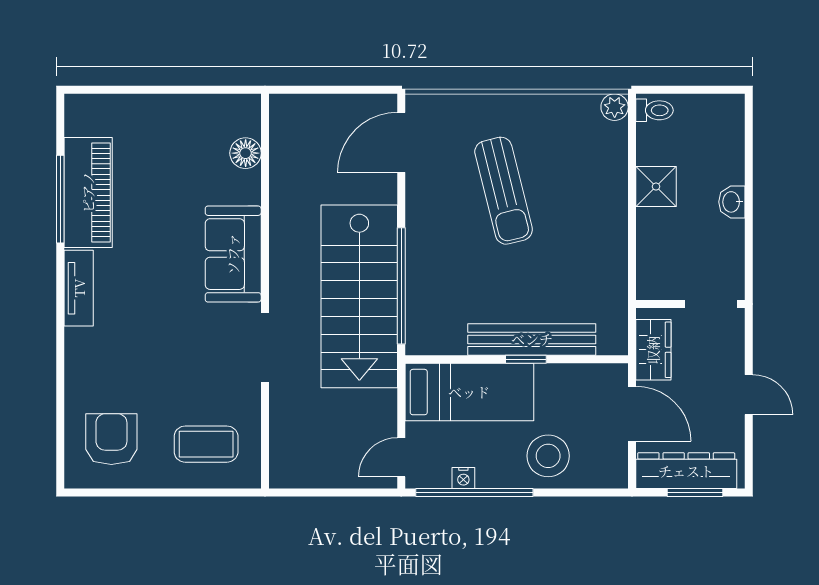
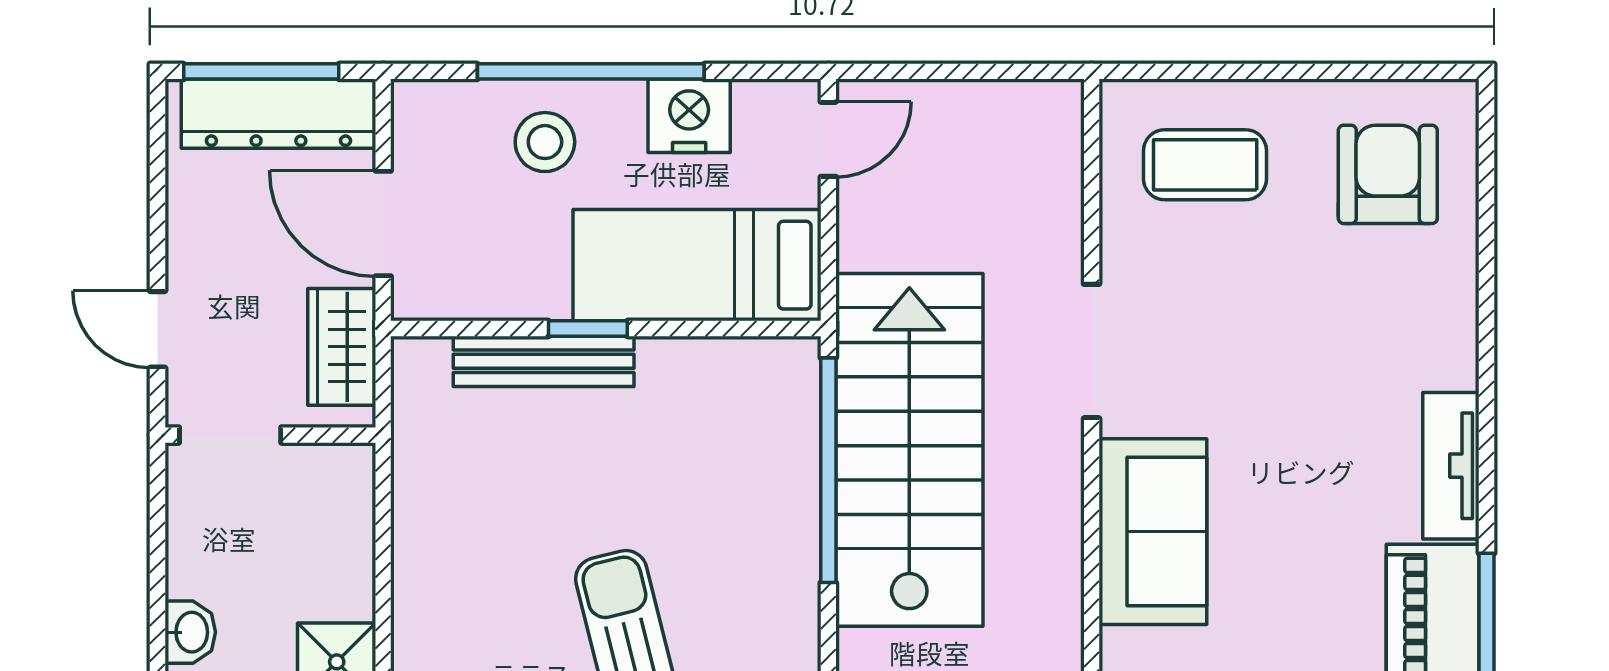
bench: (532, 339) -> (544, 361), width x0.73, depth x0.82
door: (749, 395) -> (158, 329), moved
armchair: (111, 439) -> (1388, 174), turned 180
stool: (548, 456) -> (545, 142), width x0.73, depth x0.73
nightstand: (463, 478) -> (689, 116), width x1.89, depth x1.79
window: (474, 492) -> (591, 71), moved
window: (695, 492) -> (261, 71), width x1.44

